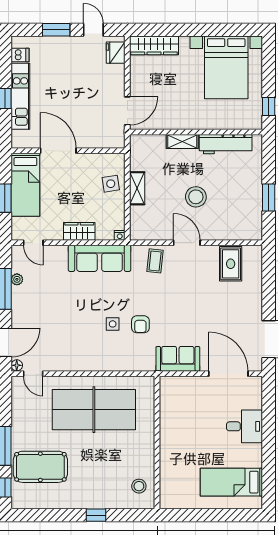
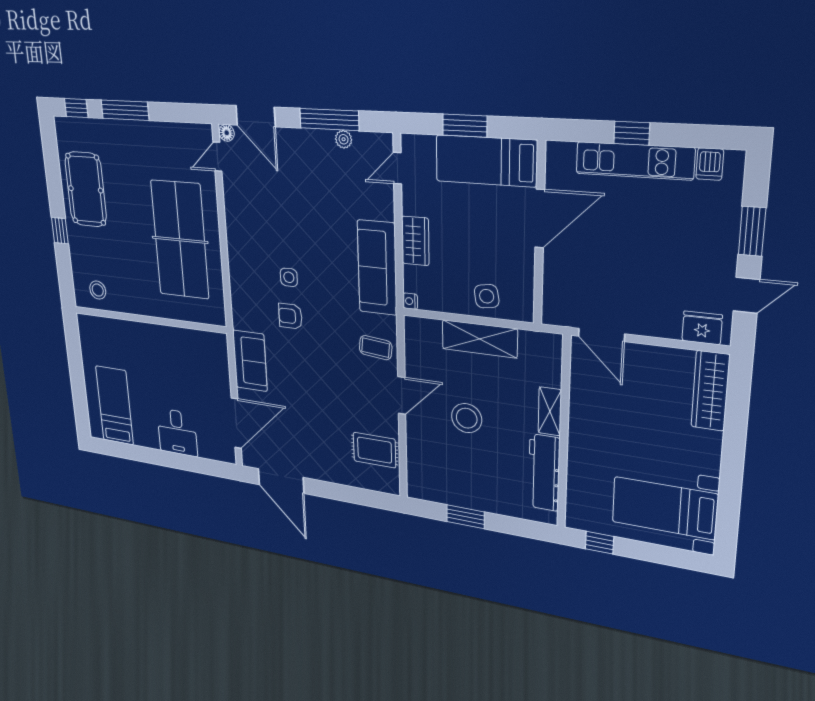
bed with nightstands: (226, 67) -> (664, 508), width x0.73
shelving: (137, 188) -> (480, 339), width x1.50, depth x1.33
pool table: (40, 467) -> (86, 189), moved

